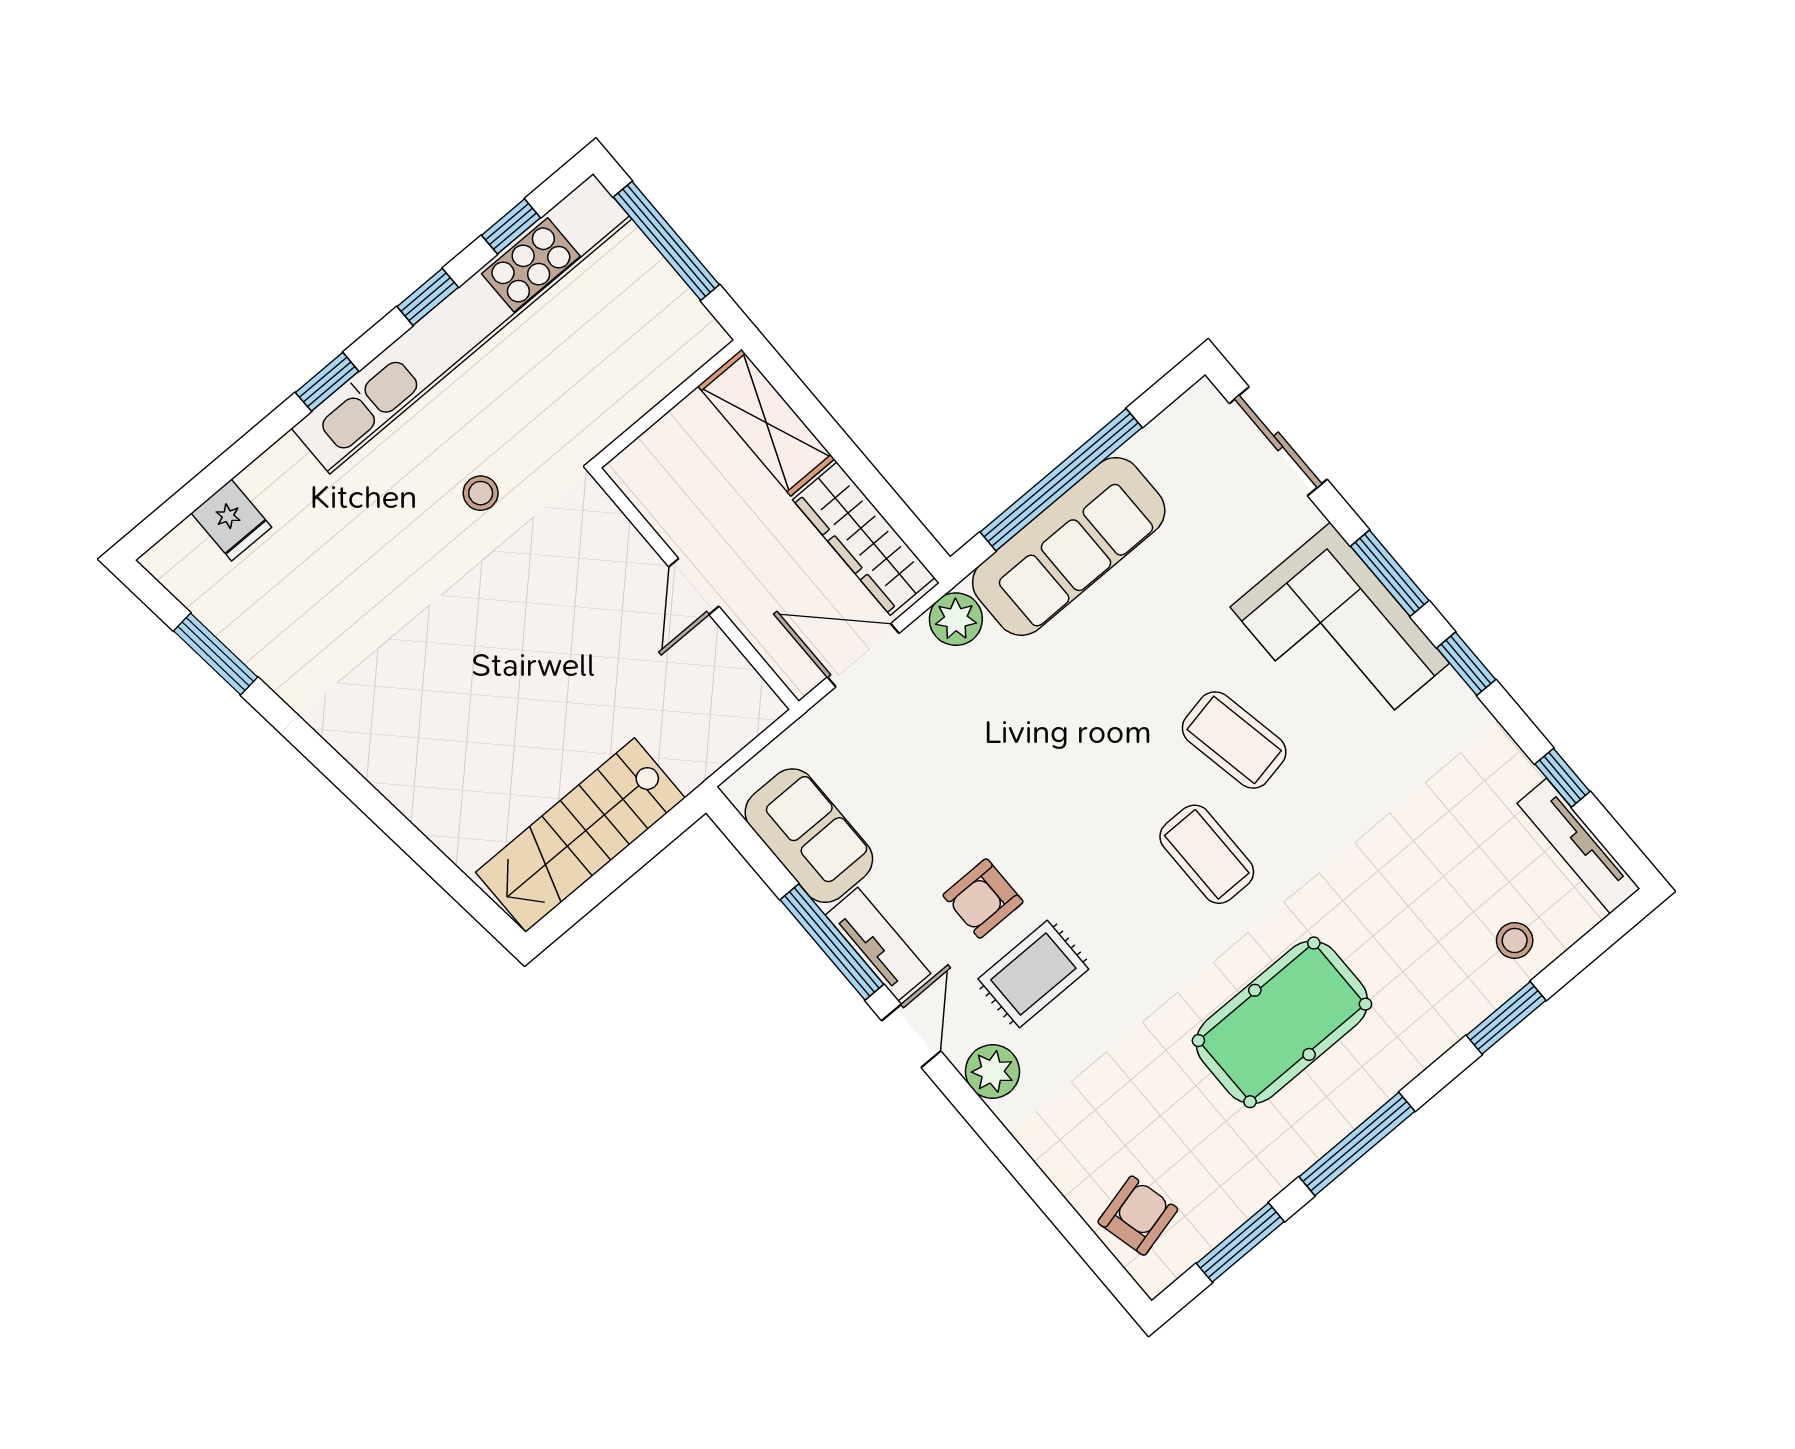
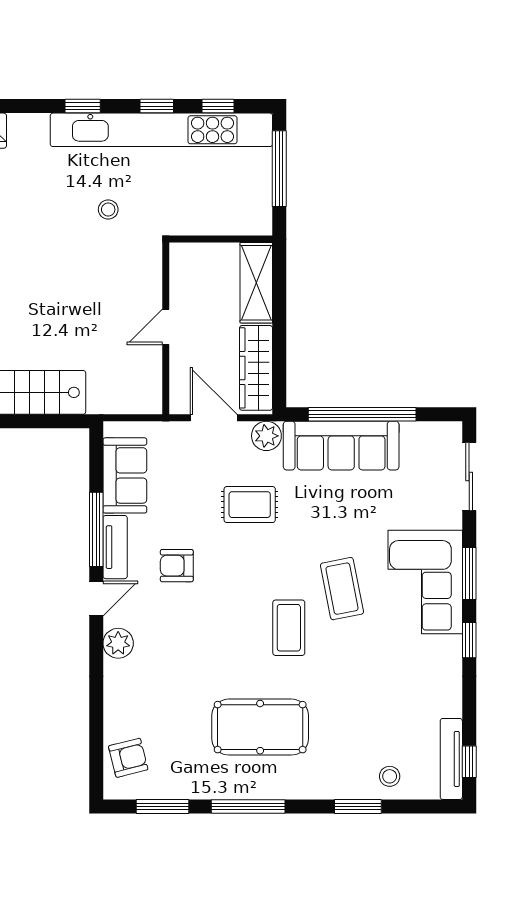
window: (1562, 778) -> (469, 762), moved
rug: (1033, 974) -> (250, 505), moved

